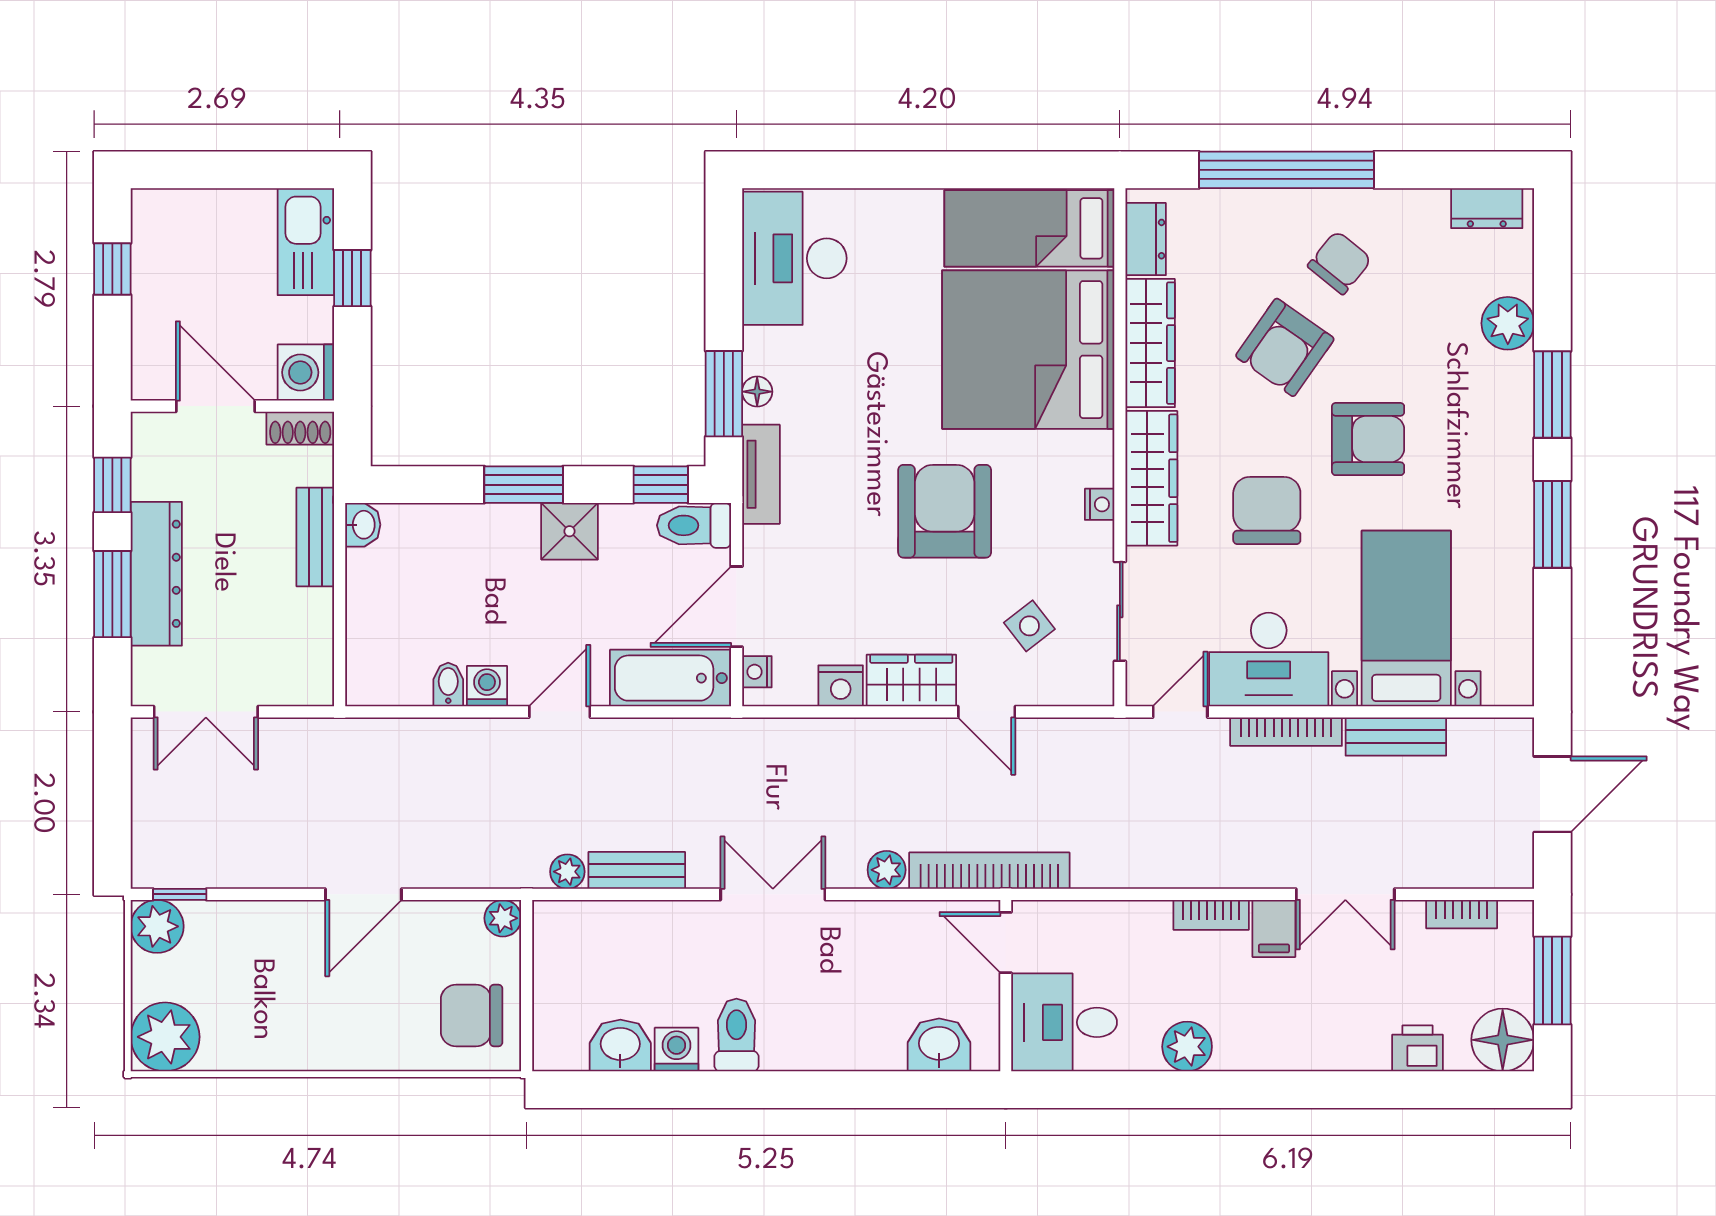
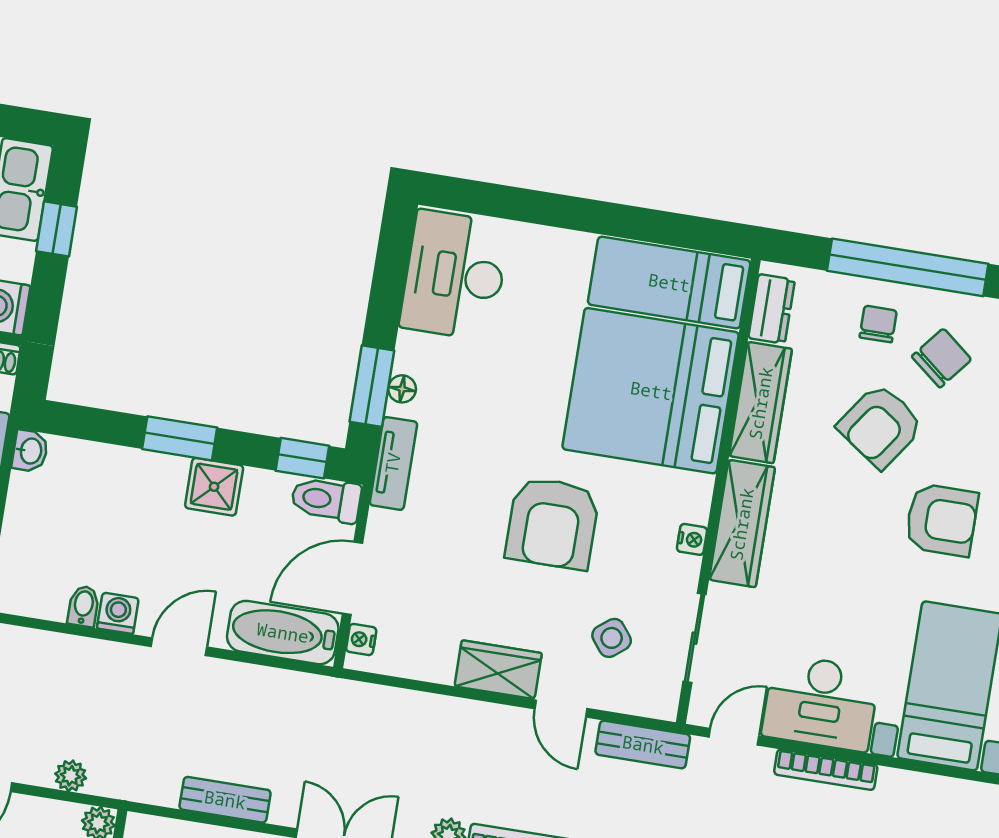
chair: (1267, 510) -> (878, 324), moved, width x0.54, depth x0.54
armchair: (945, 511) -> (552, 523), turned 180
nightstand: (841, 686) -> (434, 664), removed
bench: (1396, 737) -> (643, 745), moved
plant: (567, 872) -> (71, 776), moved

